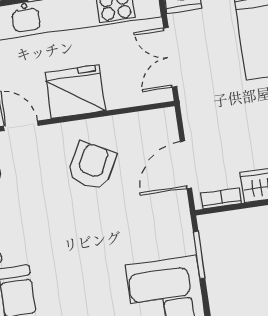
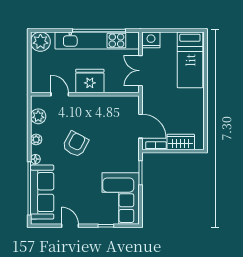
door: (186, 165) -> (140, 126), swing flipped
armchair: (92, 166) -> (76, 144), moved

